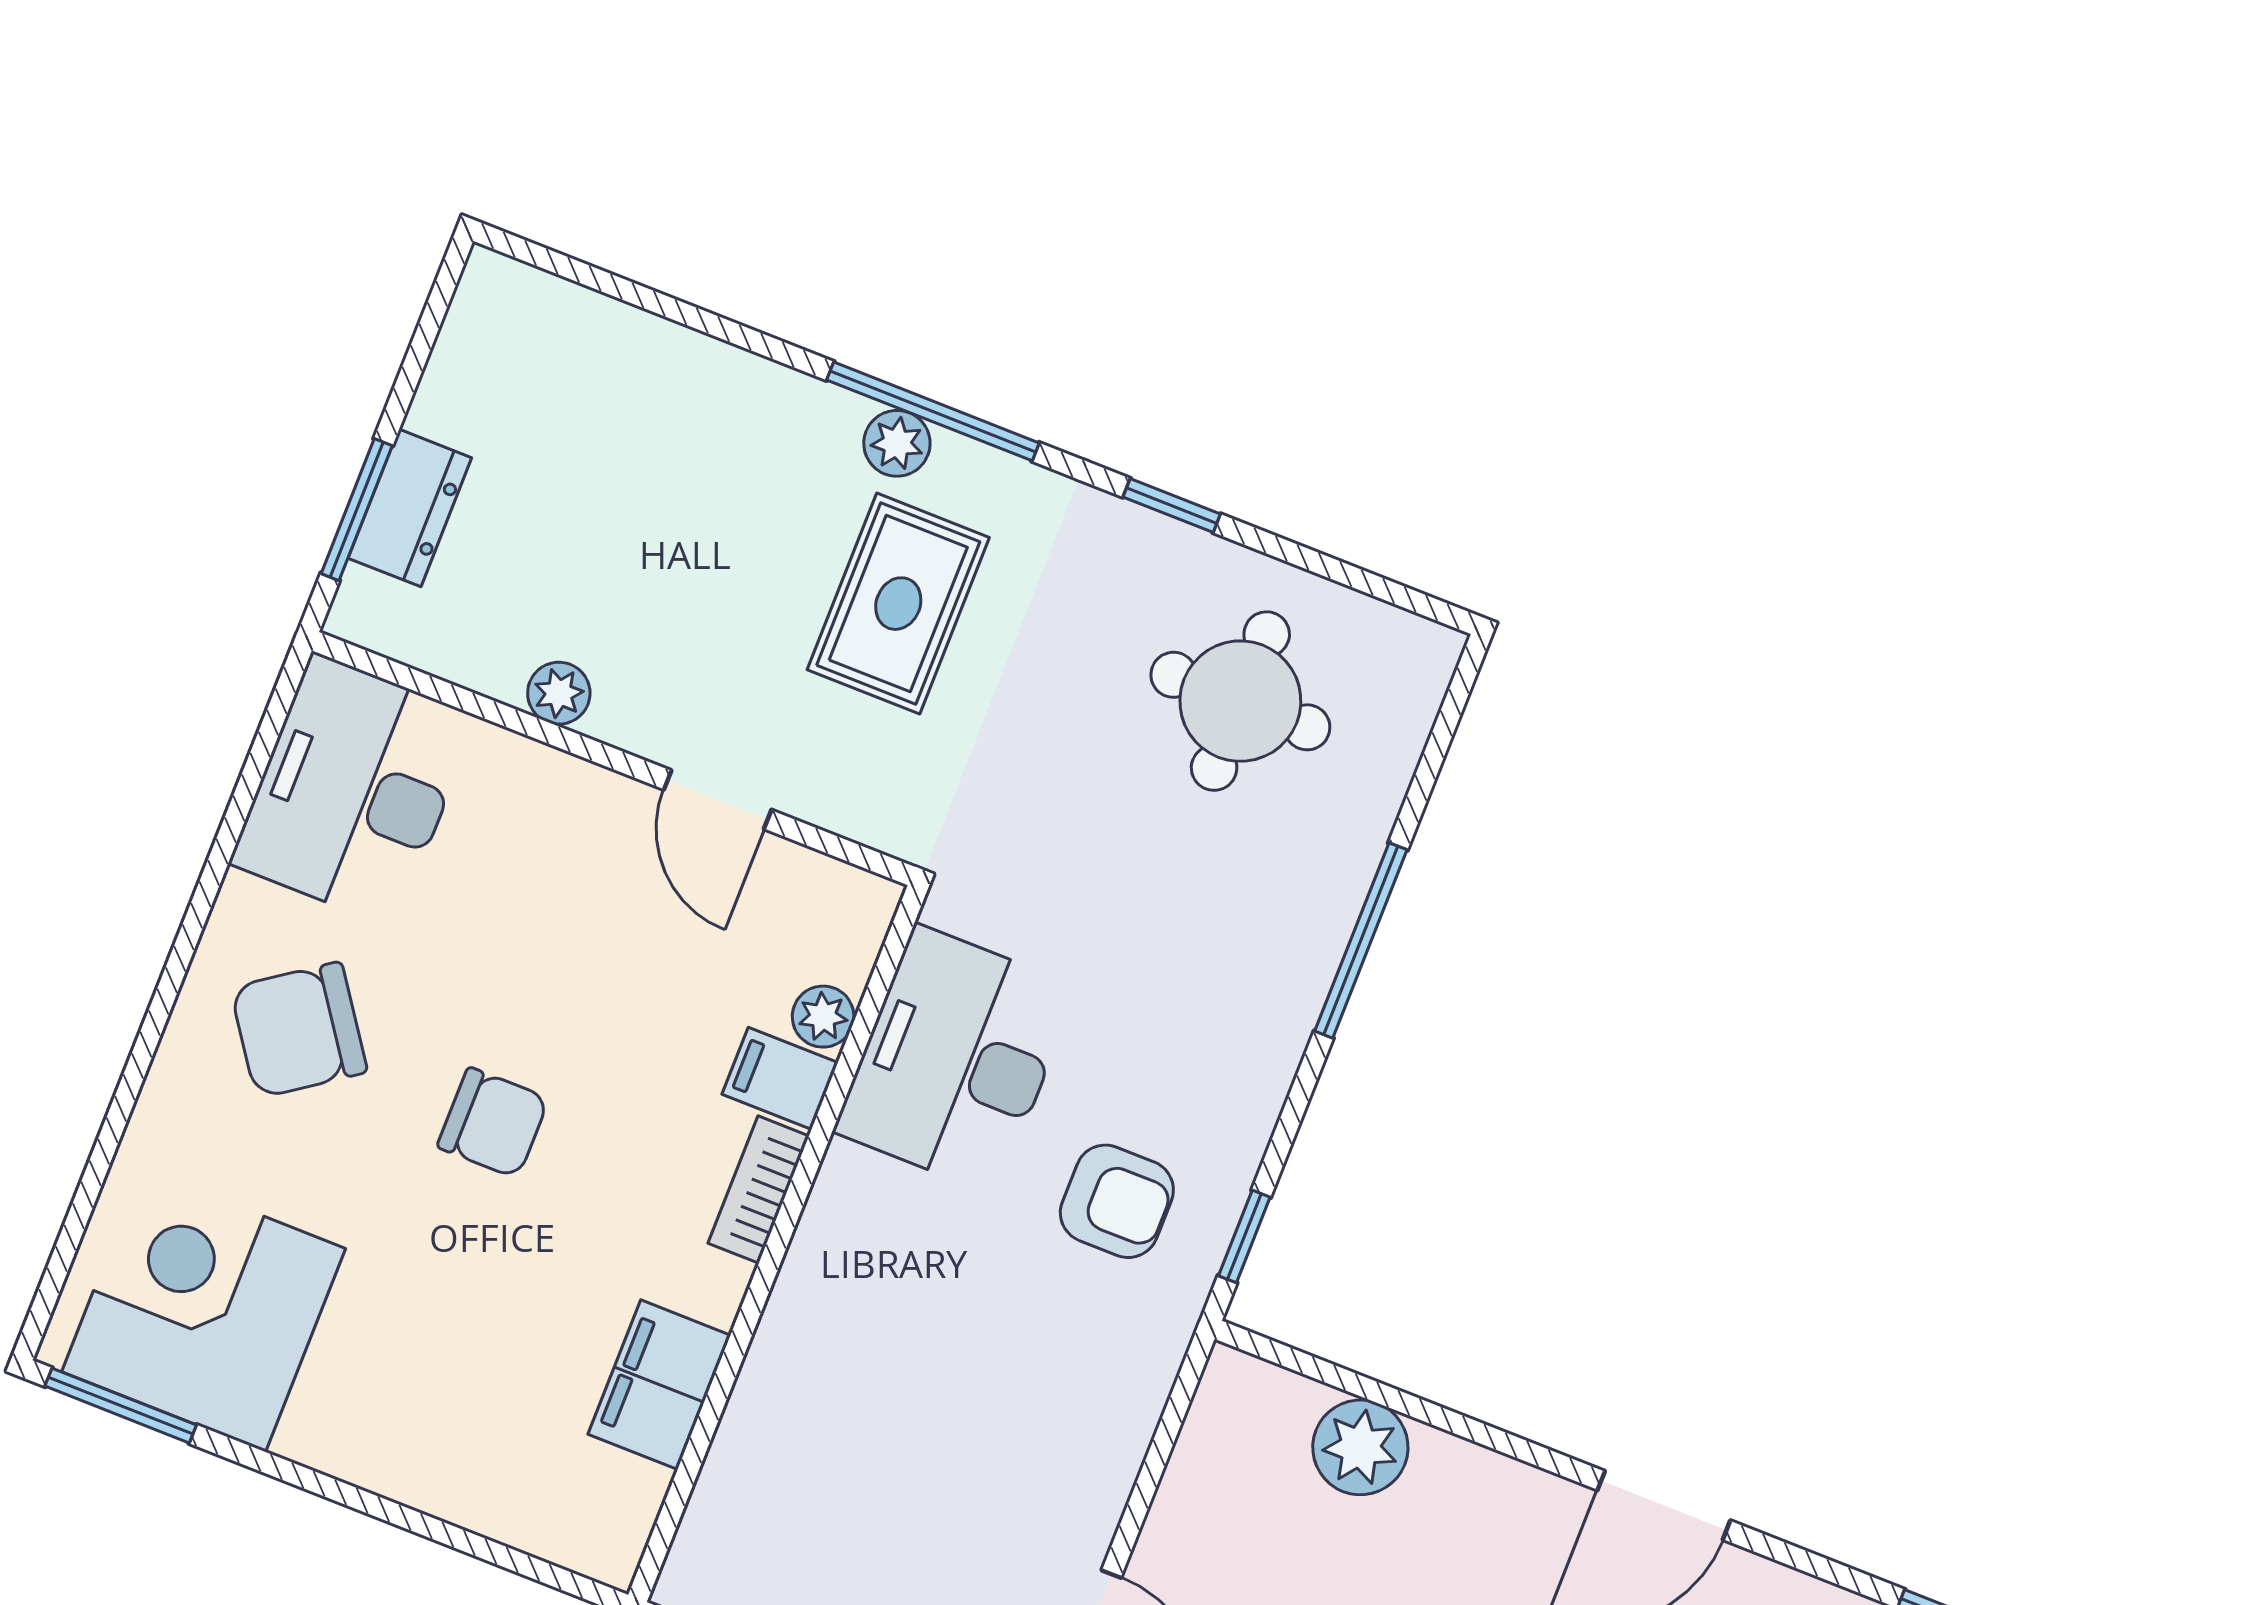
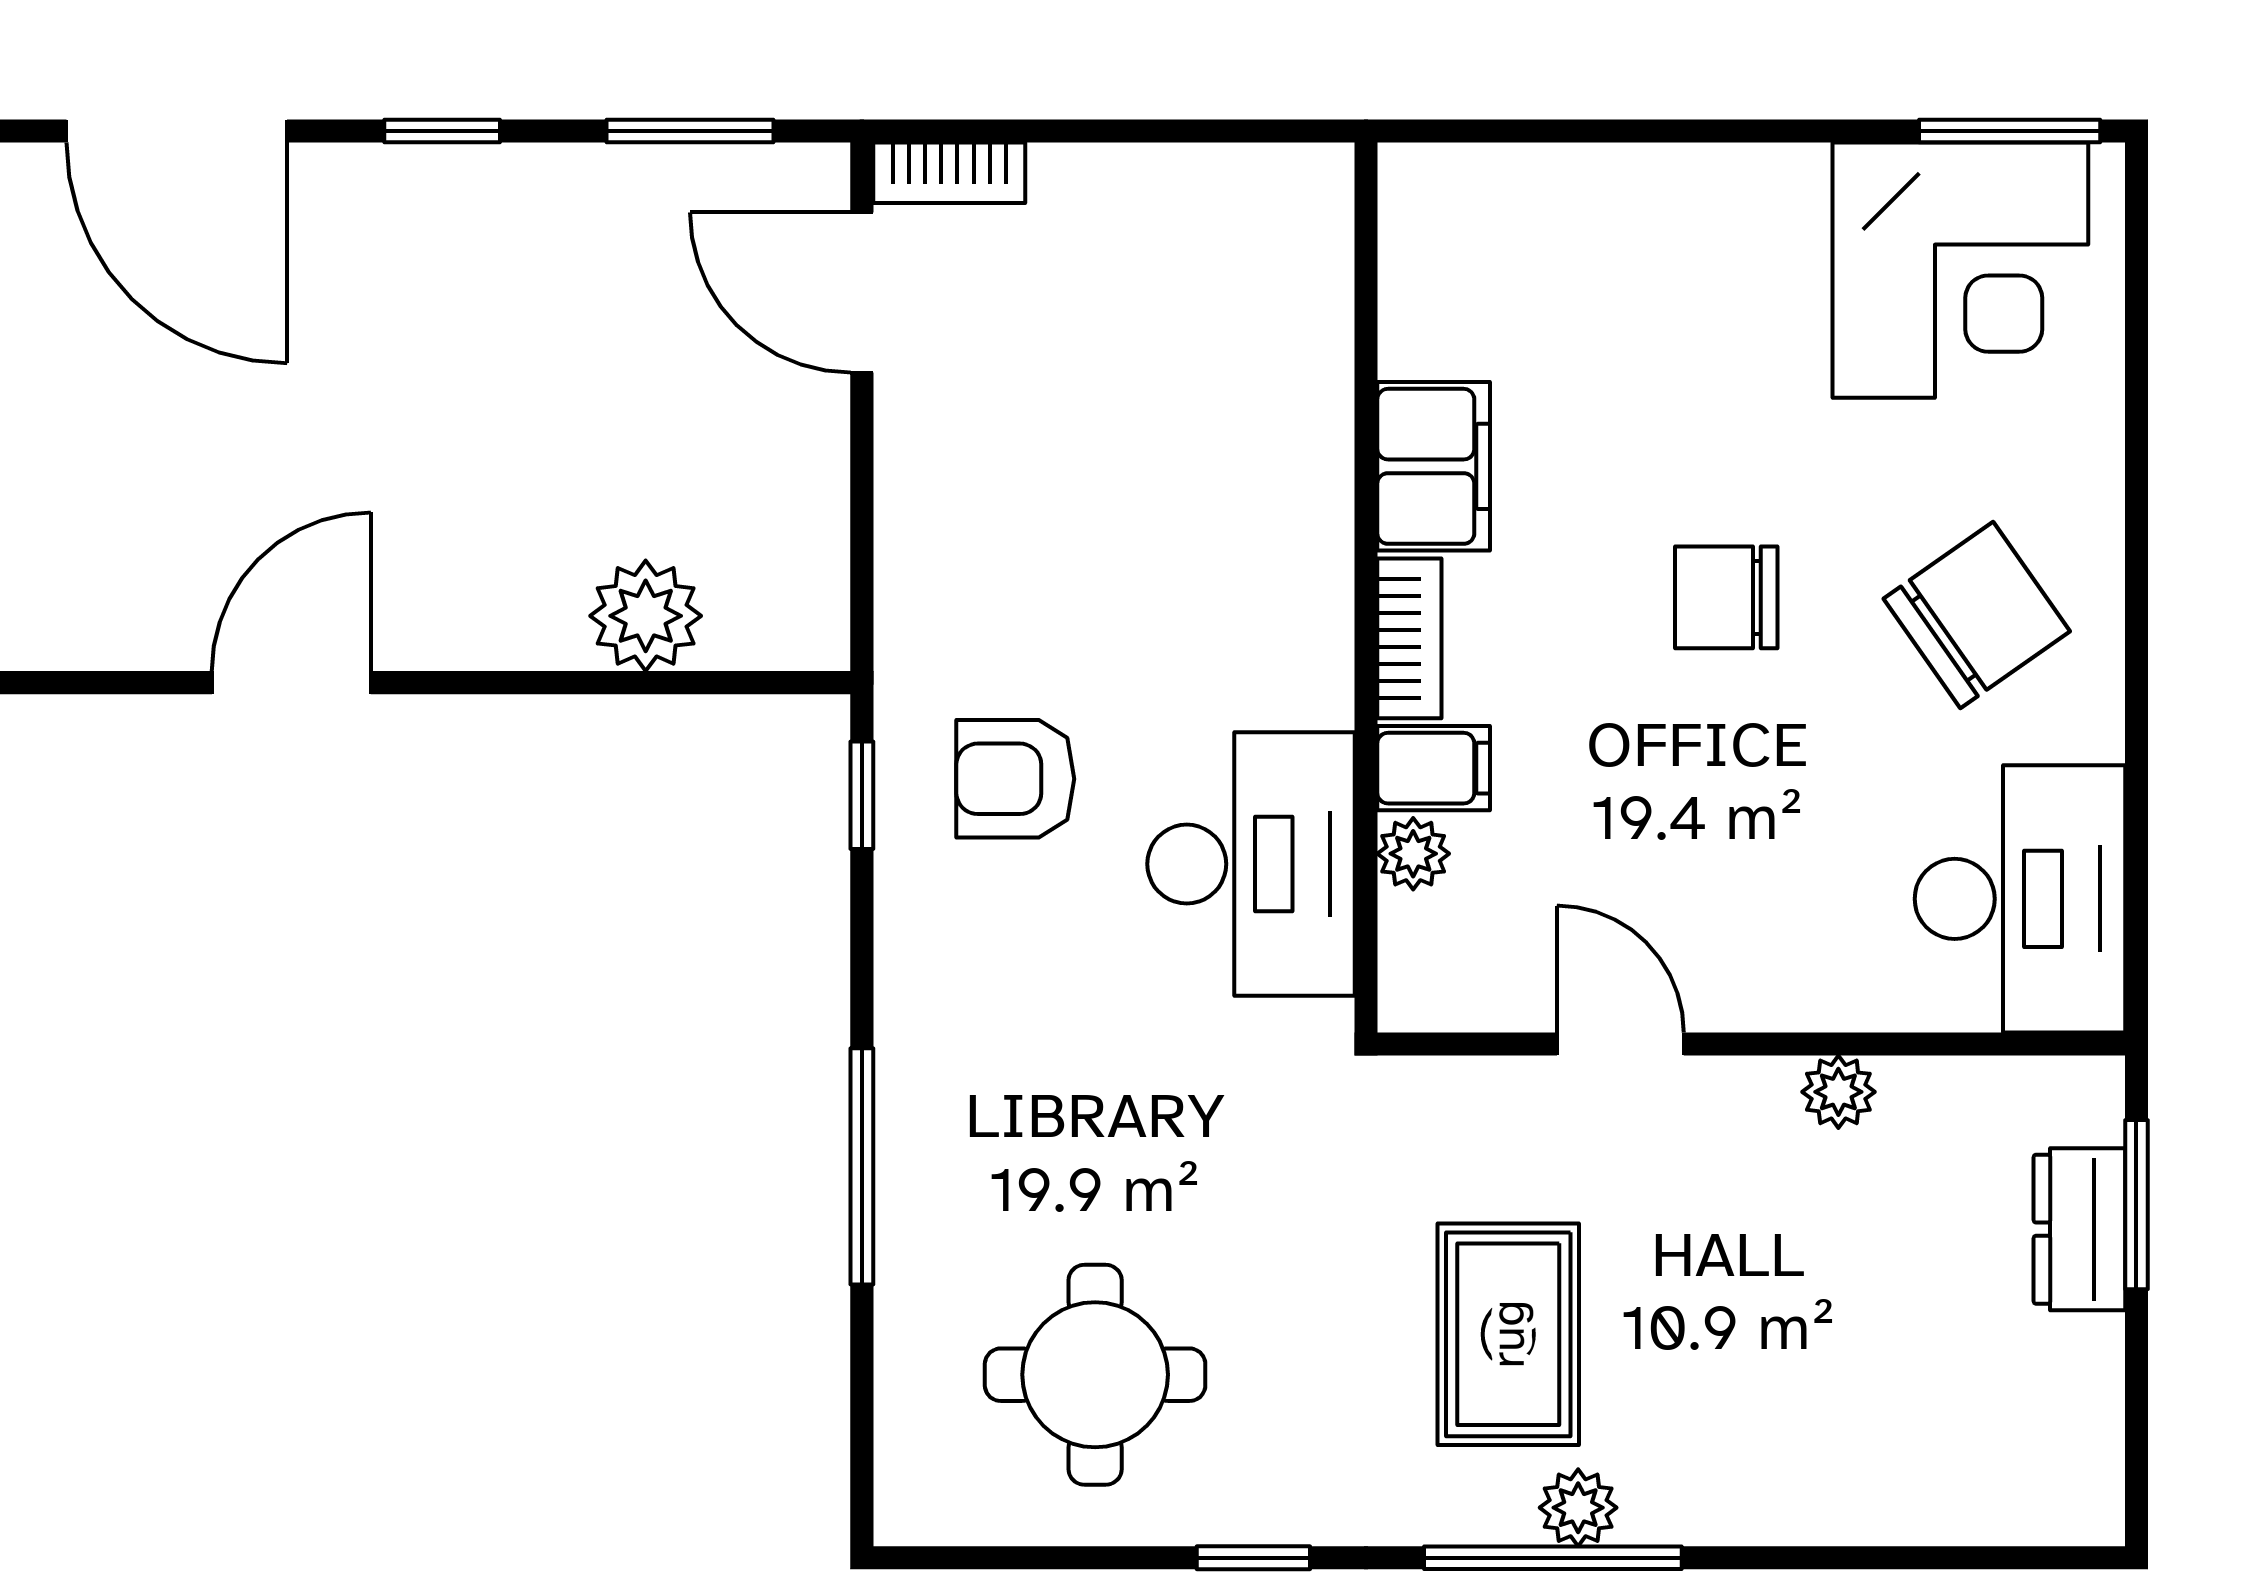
filing cabinet: (659, 1385) -> (1434, 466), moved

